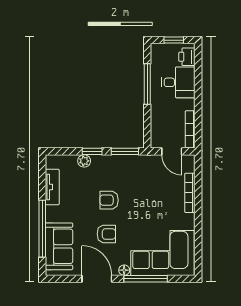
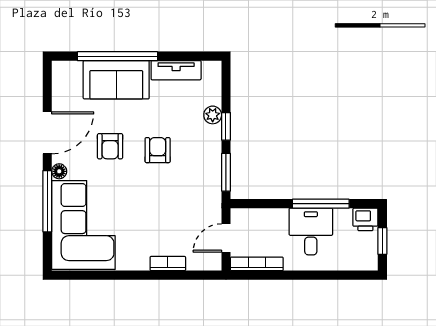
printer: (187, 57) -> (365, 219), moved, turned 180
desk: (178, 82) -> (311, 232), moved, turned 180
bookcase: (190, 193) -> (168, 264), width x0.64
sofa: (59, 246) -> (116, 80), moved

